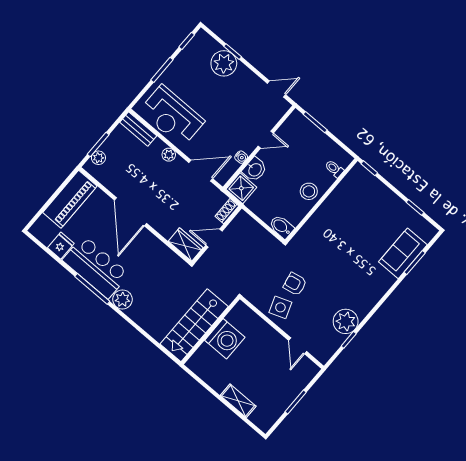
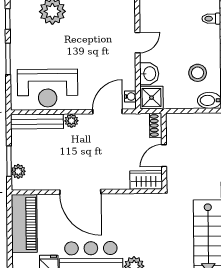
bench: (138, 129) -> (37, 122), width x1.36
water cooler: (241, 157) -> (130, 96), moved
stool: (309, 191) -> (198, 73), moved

